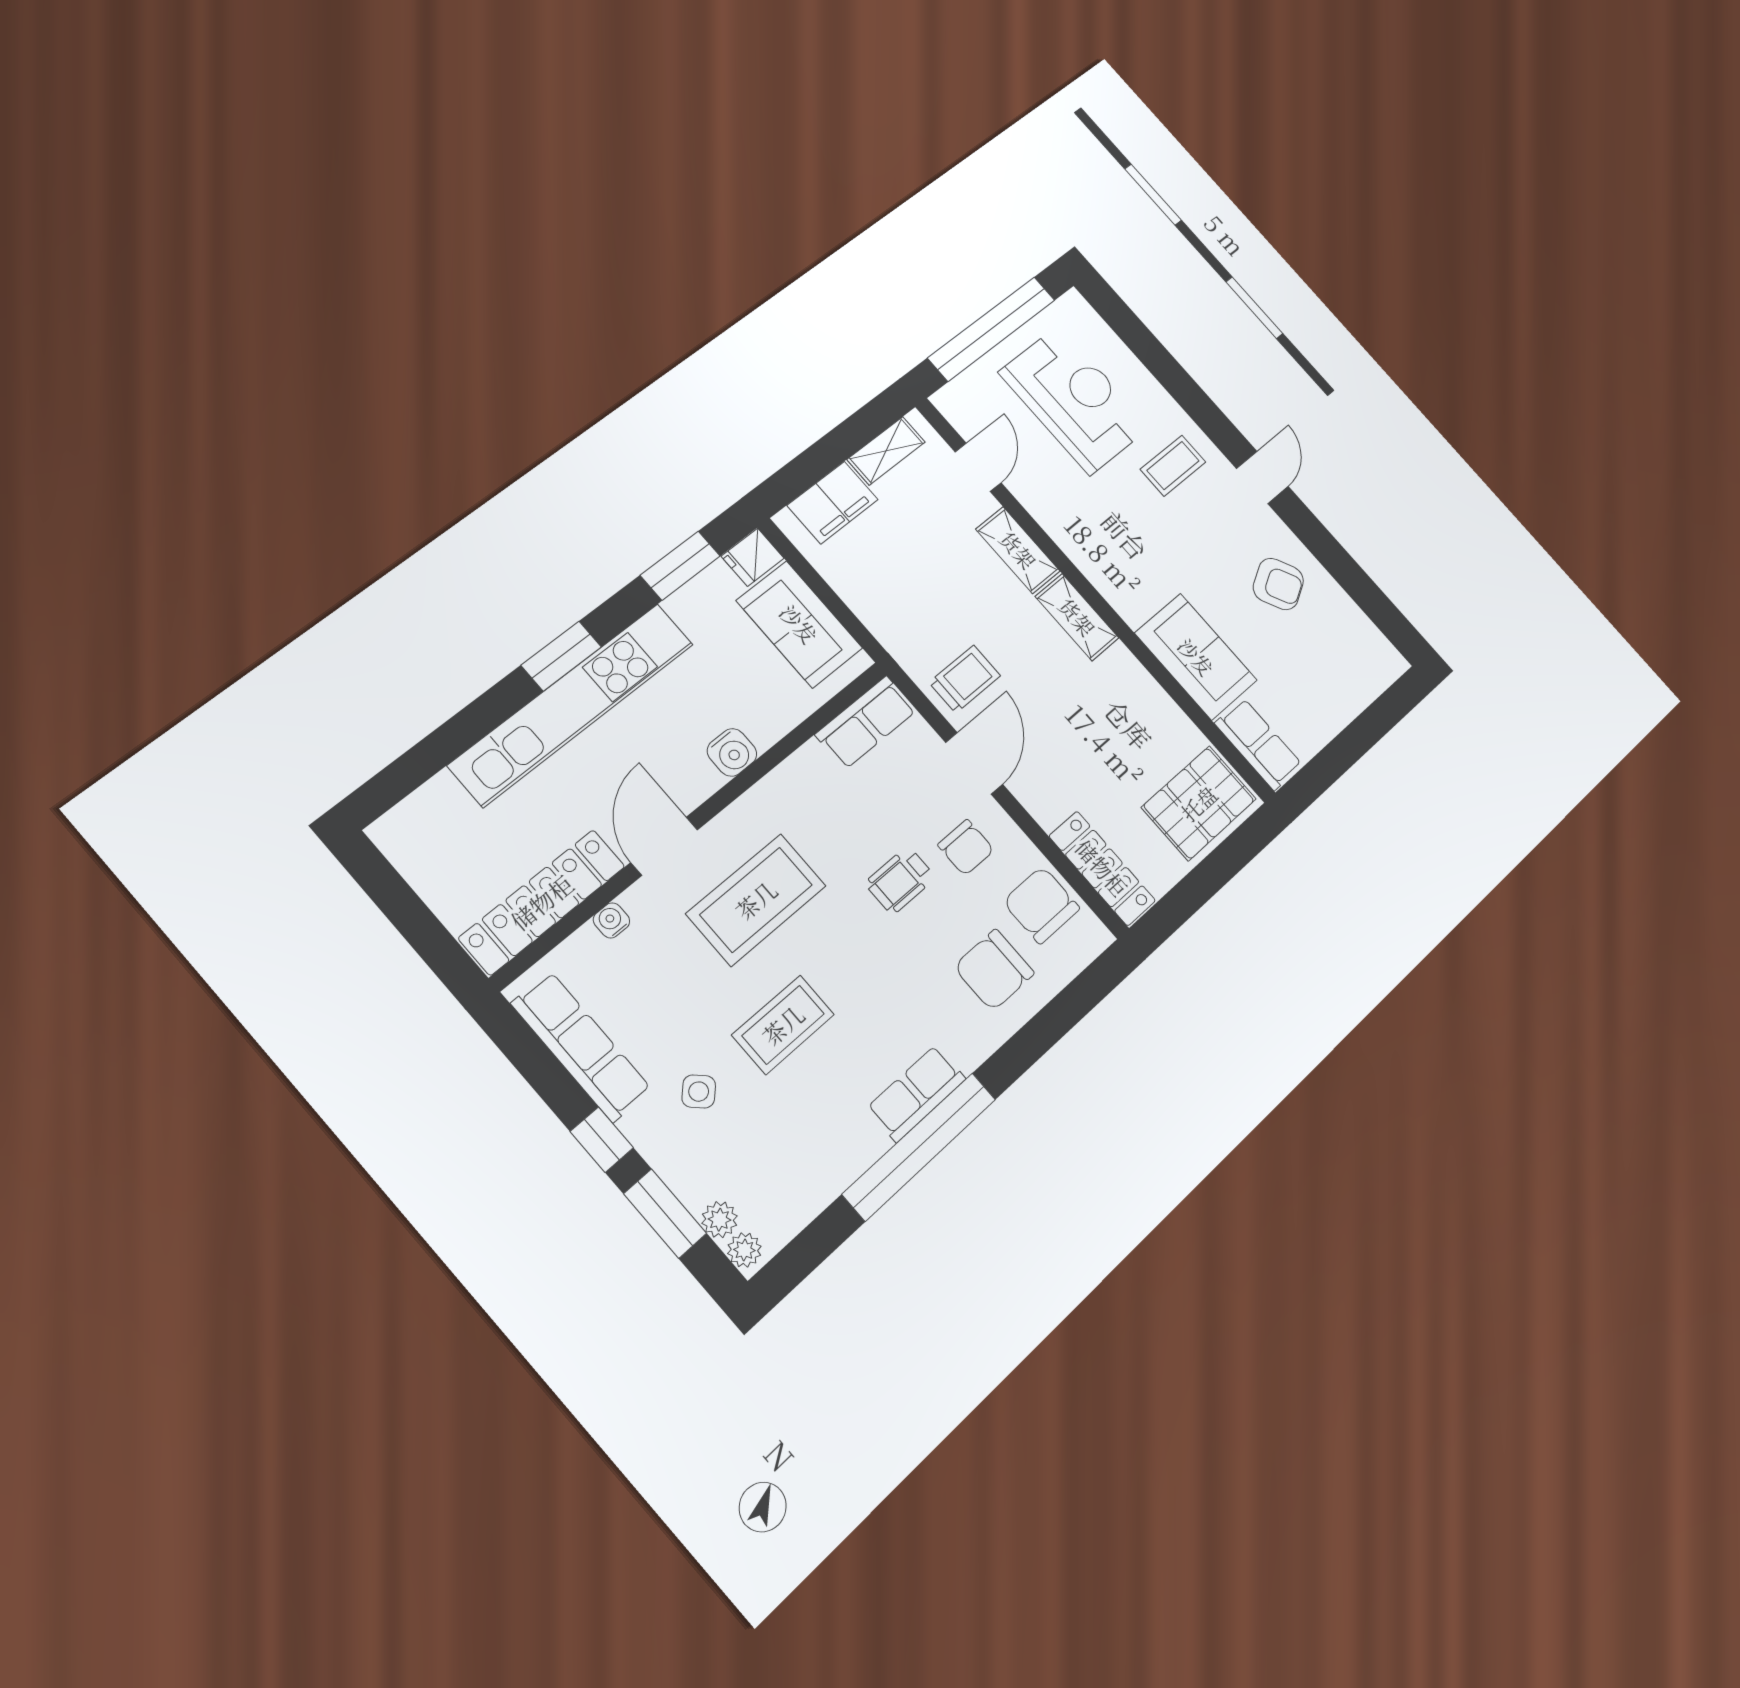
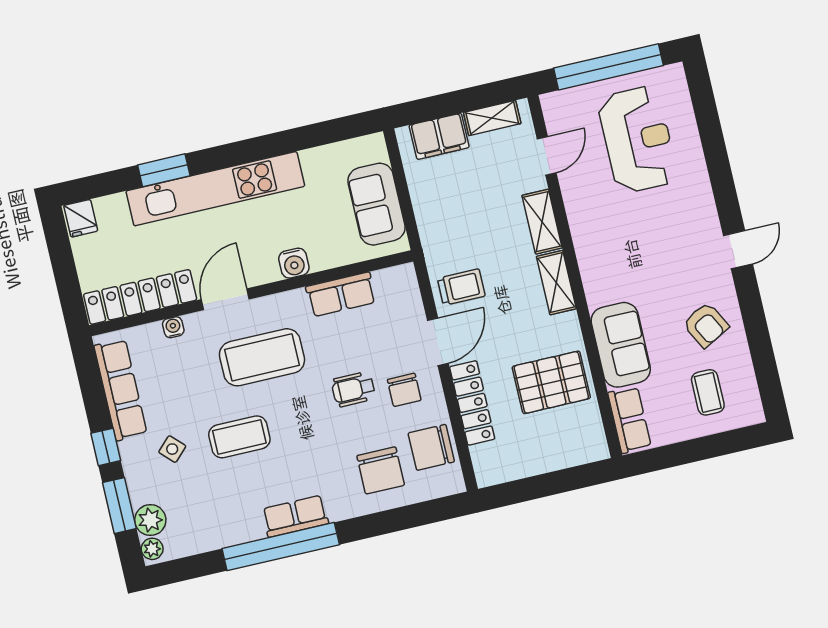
coffee table: (1173, 466) -> (708, 392), moved, turned 90
fridge: (753, 557) -> (81, 218), moved, turned -90
window: (680, 566) -> (323, 133), removed
window: (561, 656) -> (164, 170), moved
row of seats: (866, 722) -> (341, 294), moved
pallet: (1199, 803) -> (551, 382), moved
locker: (1102, 868) -> (472, 403), moved
chair: (1041, 905) -> (431, 447), turned -90
chair: (994, 970) -> (381, 470), turned -90
plant: (720, 1220) -> (150, 520), width x1.38, depth x1.38

